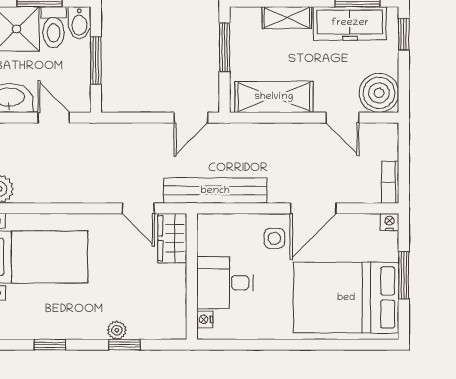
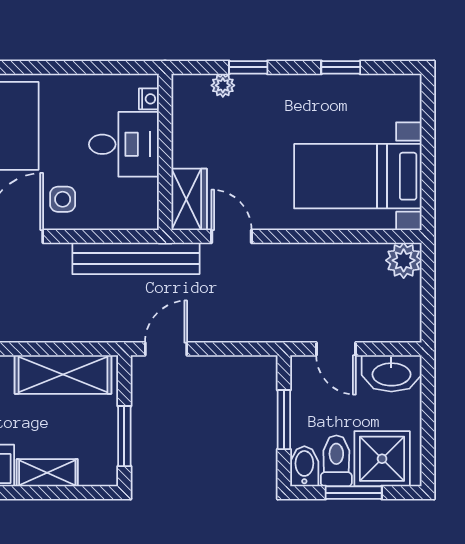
plant: (117, 330) -> (223, 85), moved

